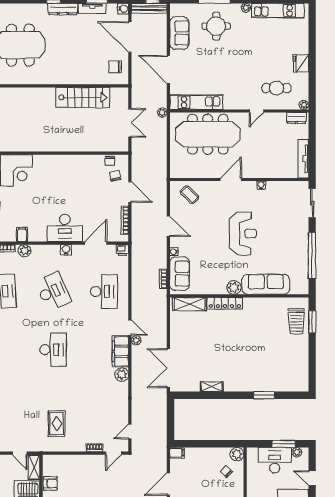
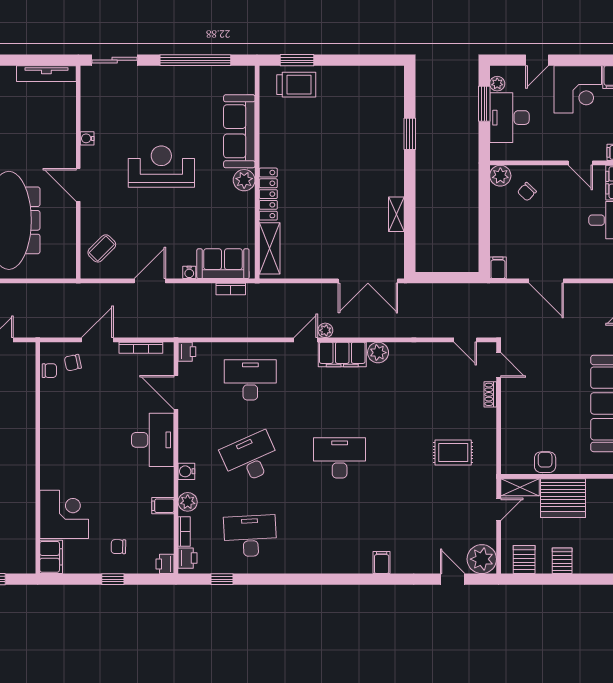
water cooler: (66, 250) -> (186, 471), moved

